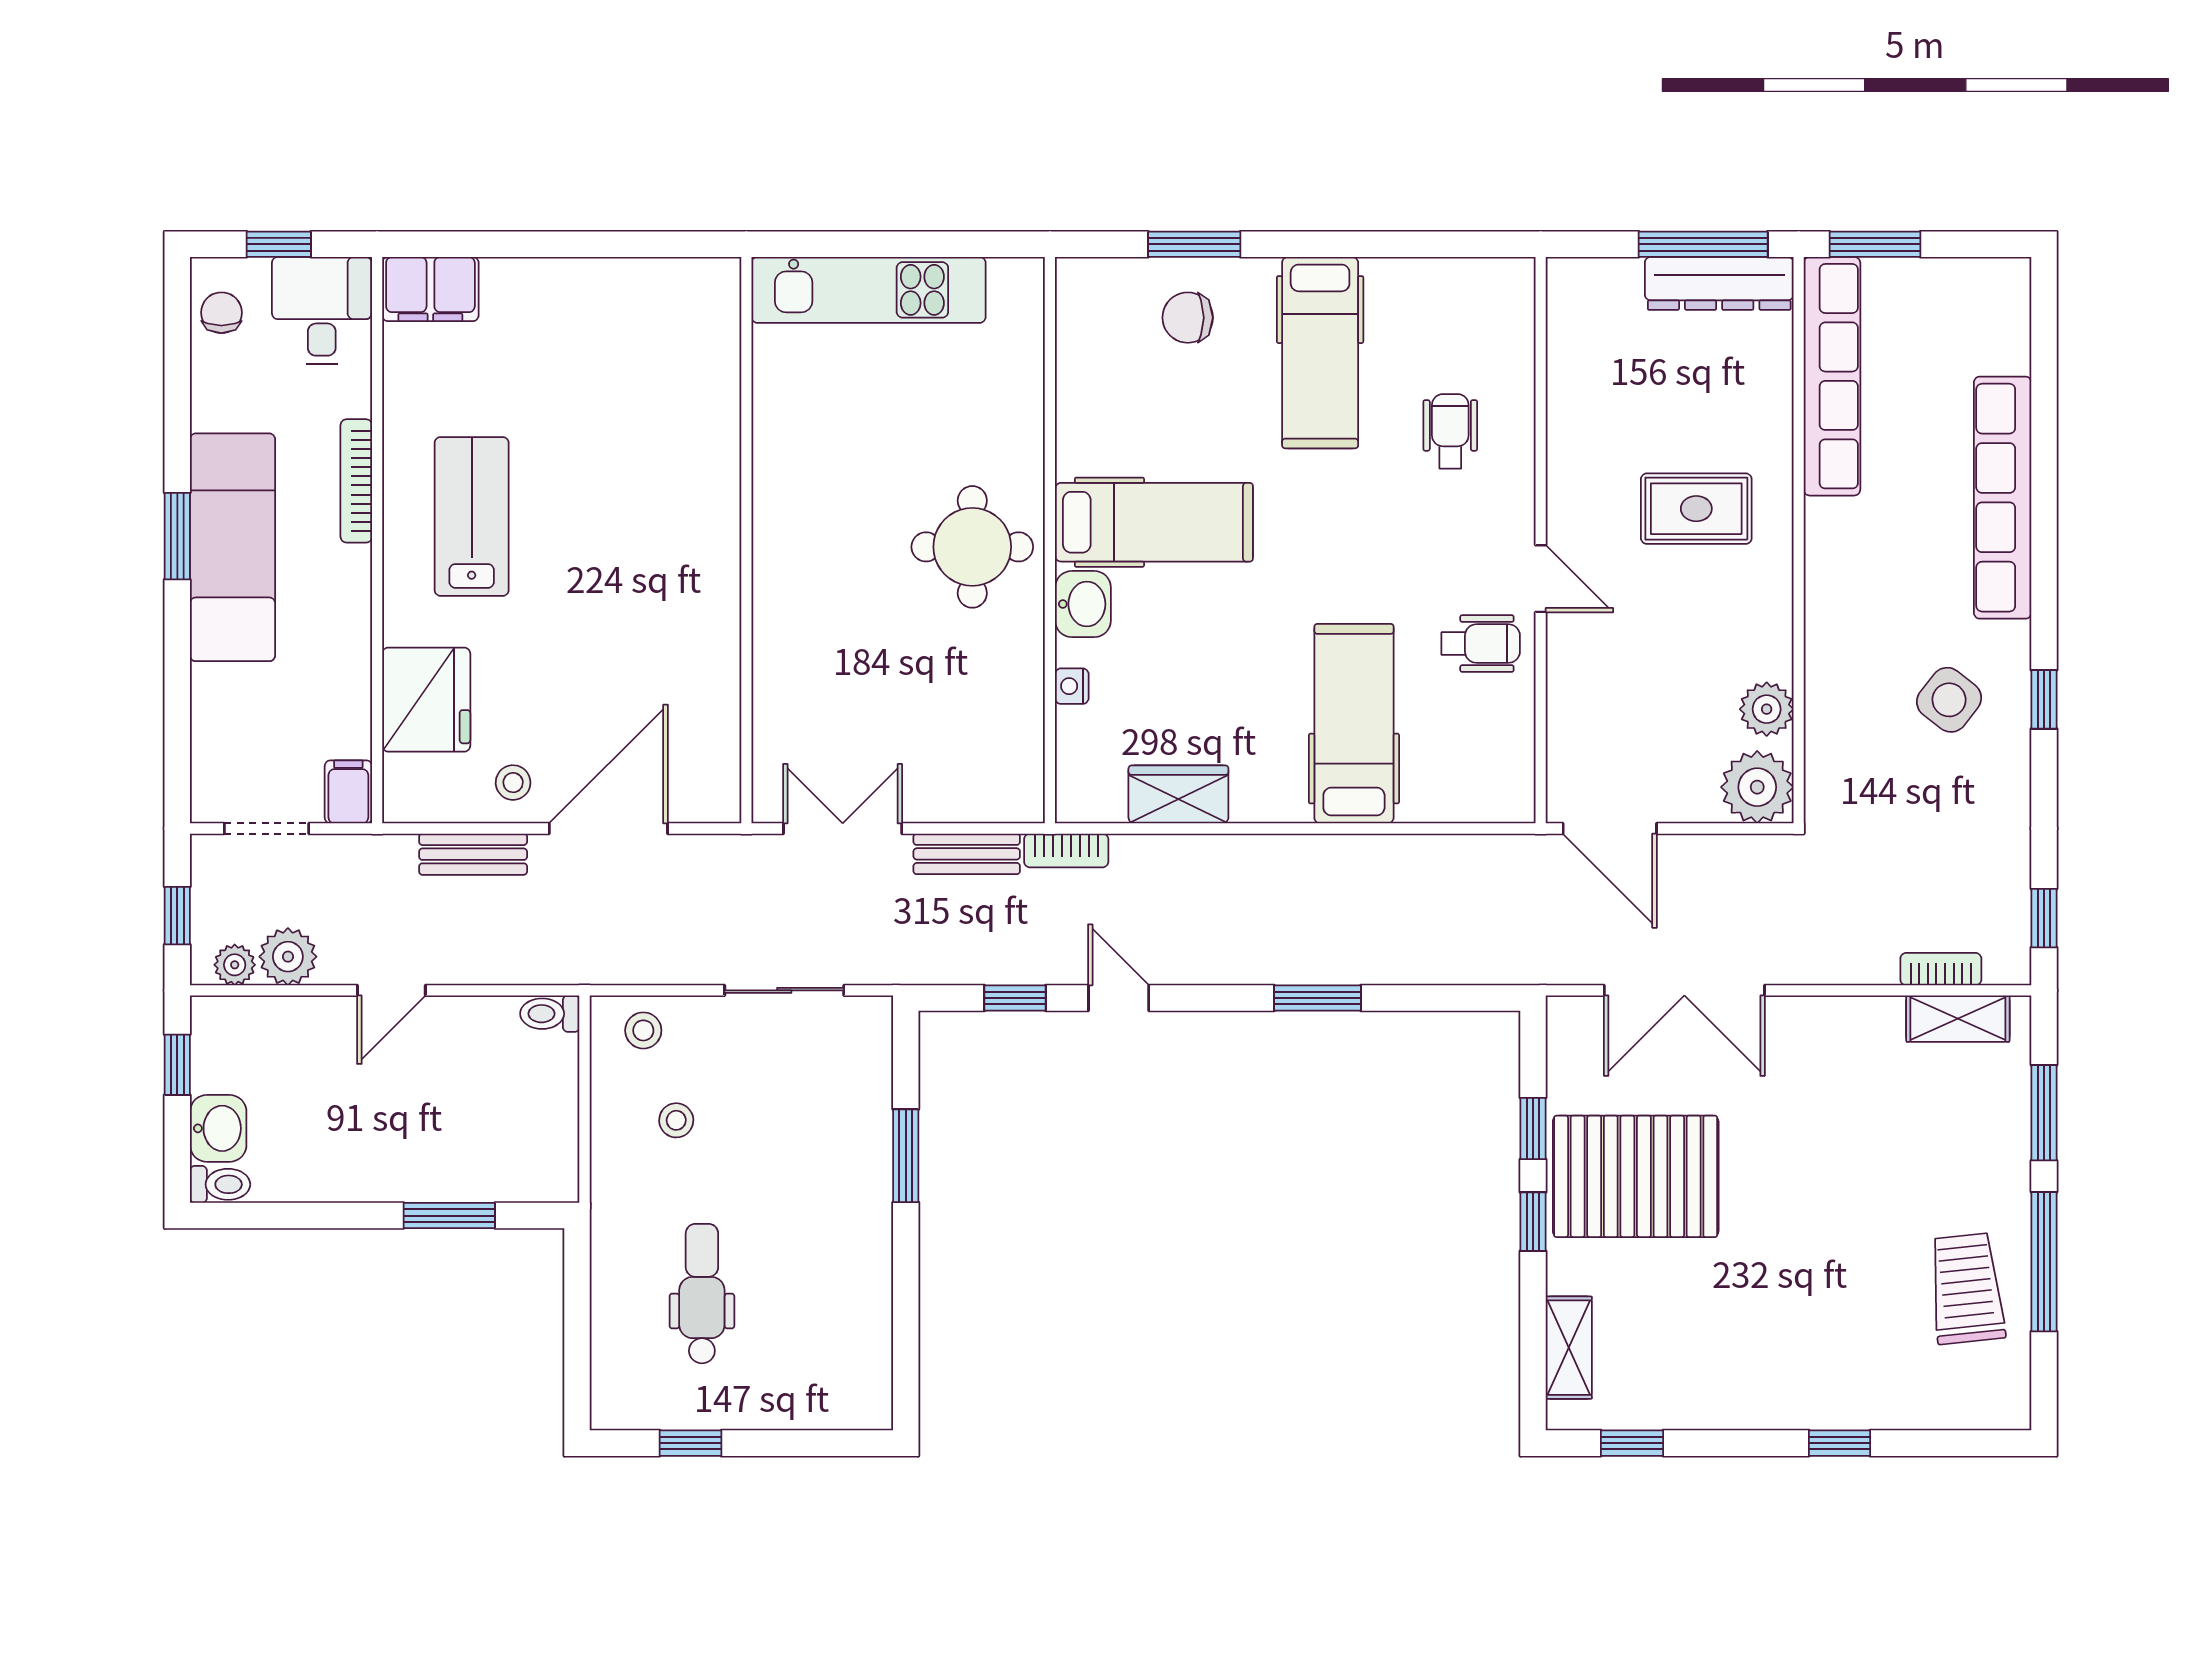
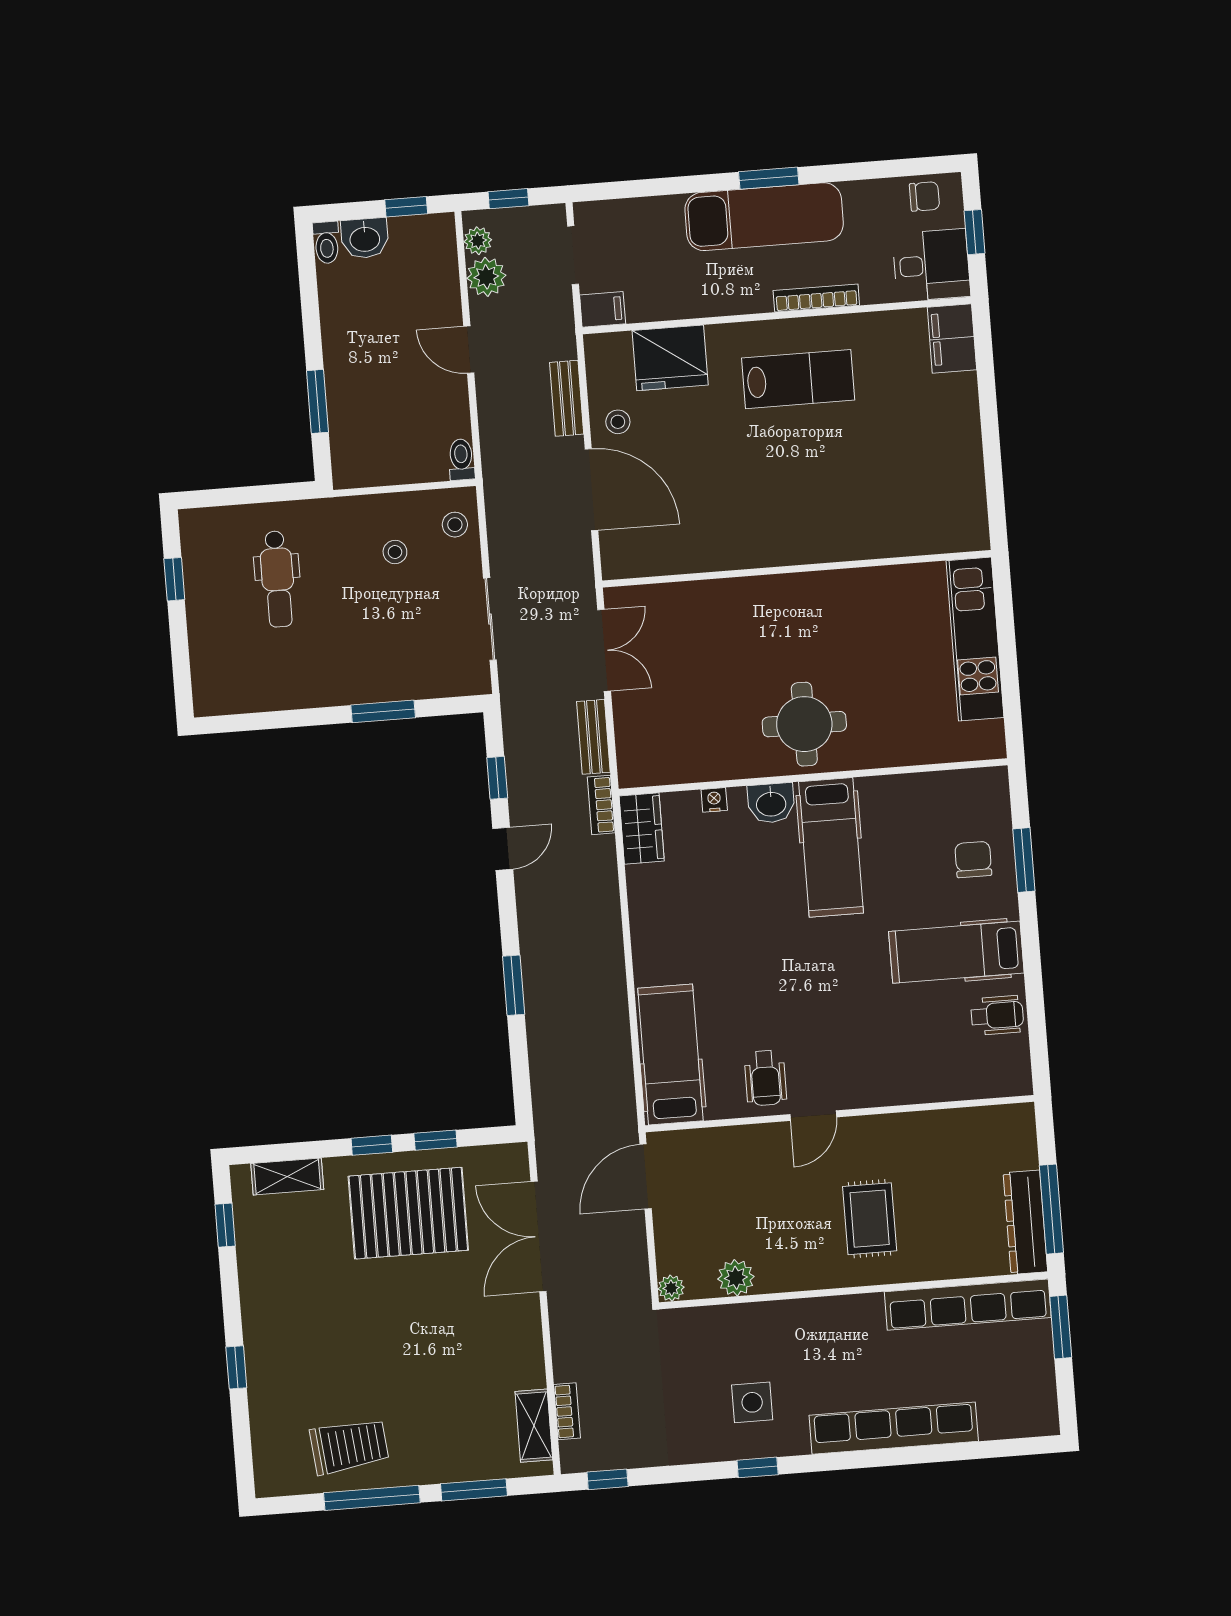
wheelchair: (1450, 431) -> (997, 1015), moved
side table: (1949, 700) -> (752, 1402), turned -38
hospital bed: (1354, 724) -> (671, 1055), moved, turned -90
plant: (1757, 787) -> (671, 1288), width x0.53, depth x0.53
wardrobe: (1178, 794) -> (642, 828), moved
pallet: (1636, 1176) -> (408, 1213), turned 90
dental chair: (702, 1294) -> (278, 579), turned 90

